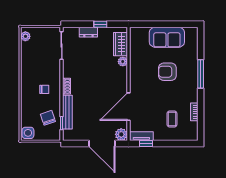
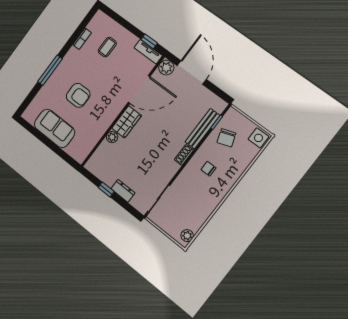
wardrobe: (121, 44) -> (127, 122), moved

